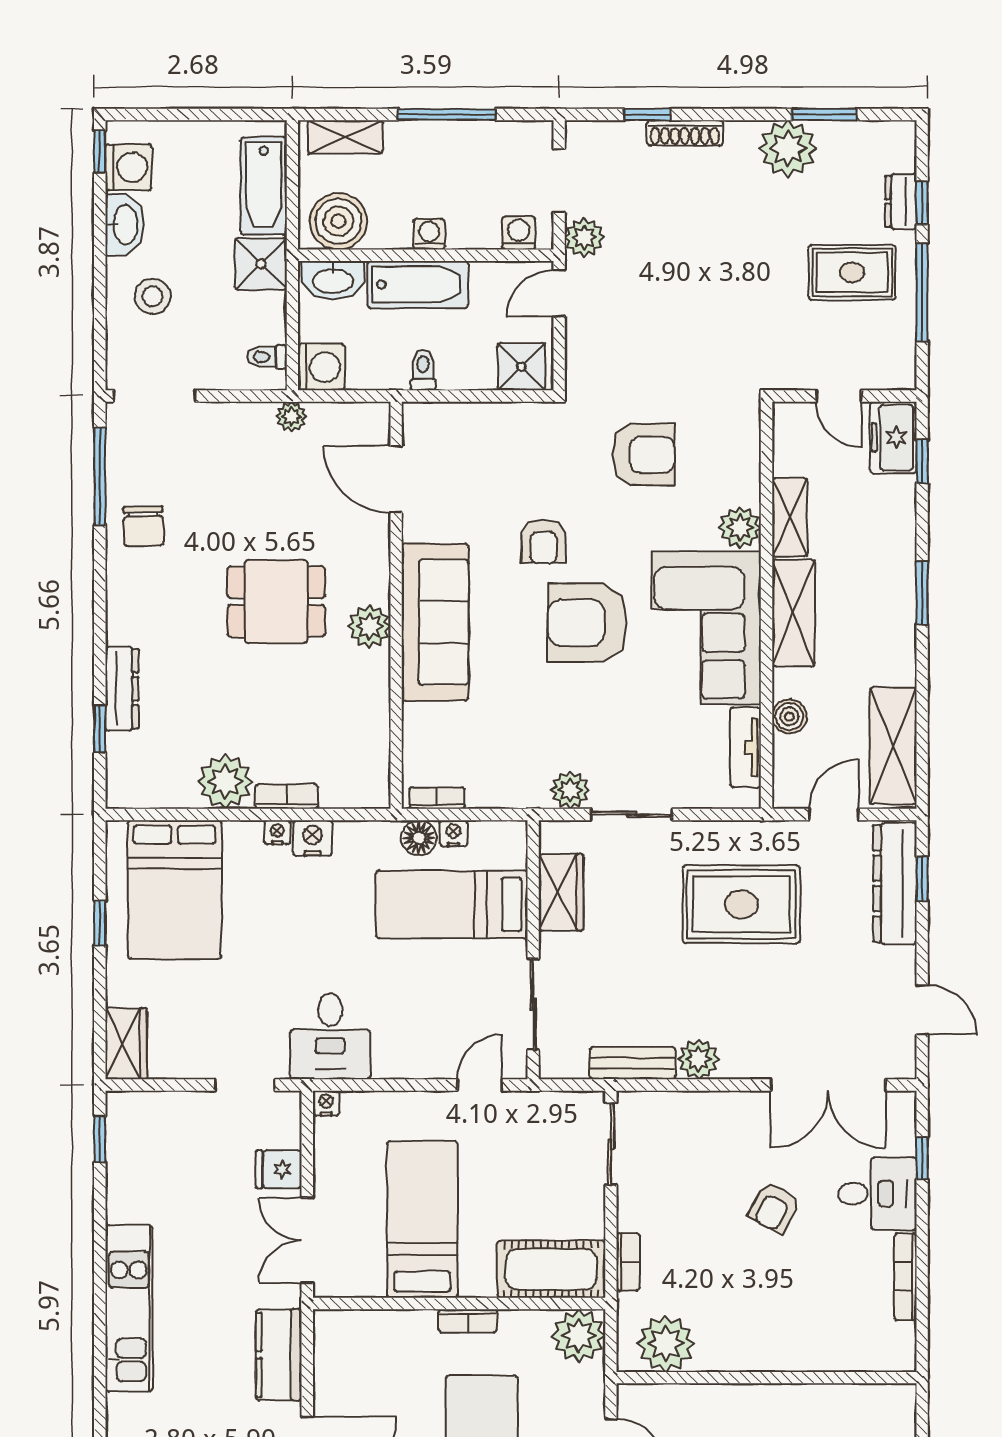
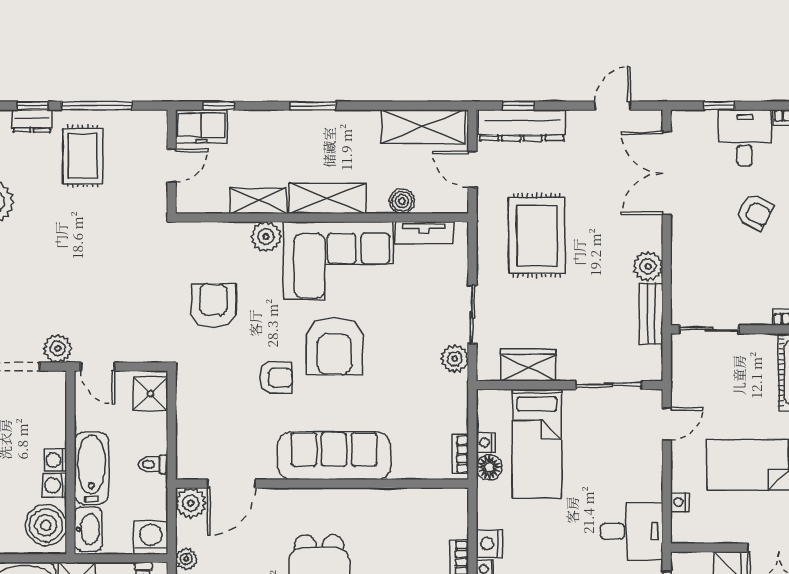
washing machine: (519, 233) -> (54, 485), moved
plant: (369, 626) -> (191, 503), moved
door: (480, 1085) -> (667, 424), swing flipped
double door: (828, 1085) -> (667, 173), swing flipped
nightstand: (326, 1103) -> (680, 502), moved

